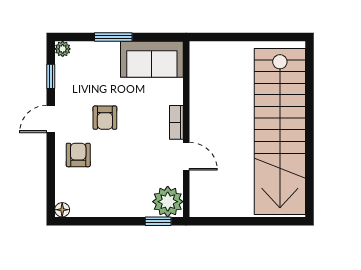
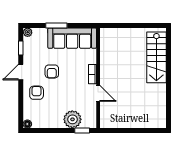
sofa: (152, 59) -> (72, 38), width x1.36
stairs: (280, 132) -> (156, 57), width x0.54, depth x0.66
plant: (168, 202) -> (72, 119), moved

